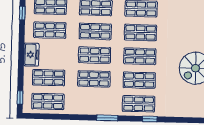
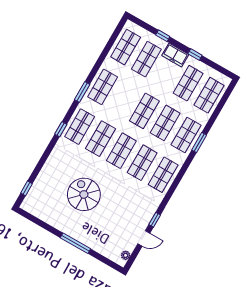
window: (22, 13) -> (195, 54), moved
shop shelf: (94, 79) -> (103, 87), moved
window: (20, 97) -> (163, 36), moved

